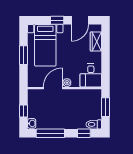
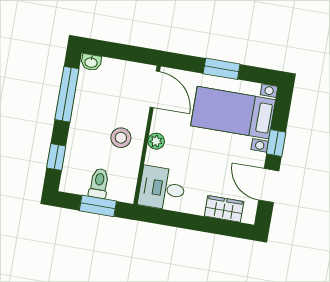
door: (53, 88) -> (155, 89), moved
stool: (68, 101) -> (121, 138), added
window: (24, 111) -> (117, 51), removed
toilet: (94, 124) -> (99, 183), moved

